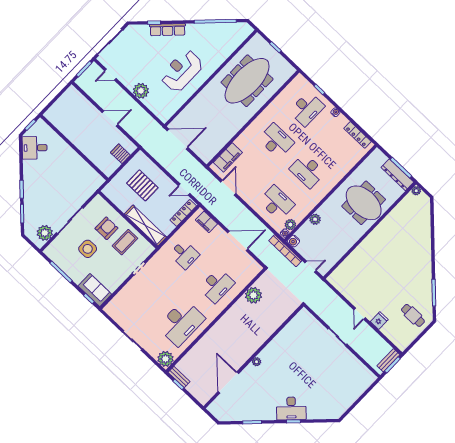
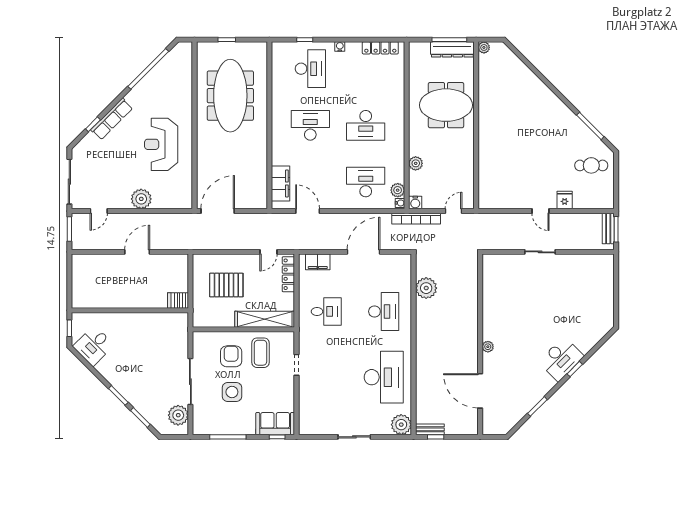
server rack: (120, 154) -> (178, 300), moved

